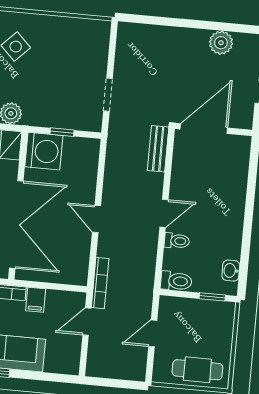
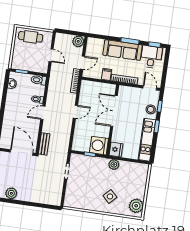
door: (204, 129) -> (22, 152), swing flipped
door: (96, 219) -> (75, 112), hinge flipped
double door: (16, 225) -> (114, 111), width x0.73
door: (153, 333) -> (51, 55), hinge flipped
plant: (98, 365) -> (78, 41), added

